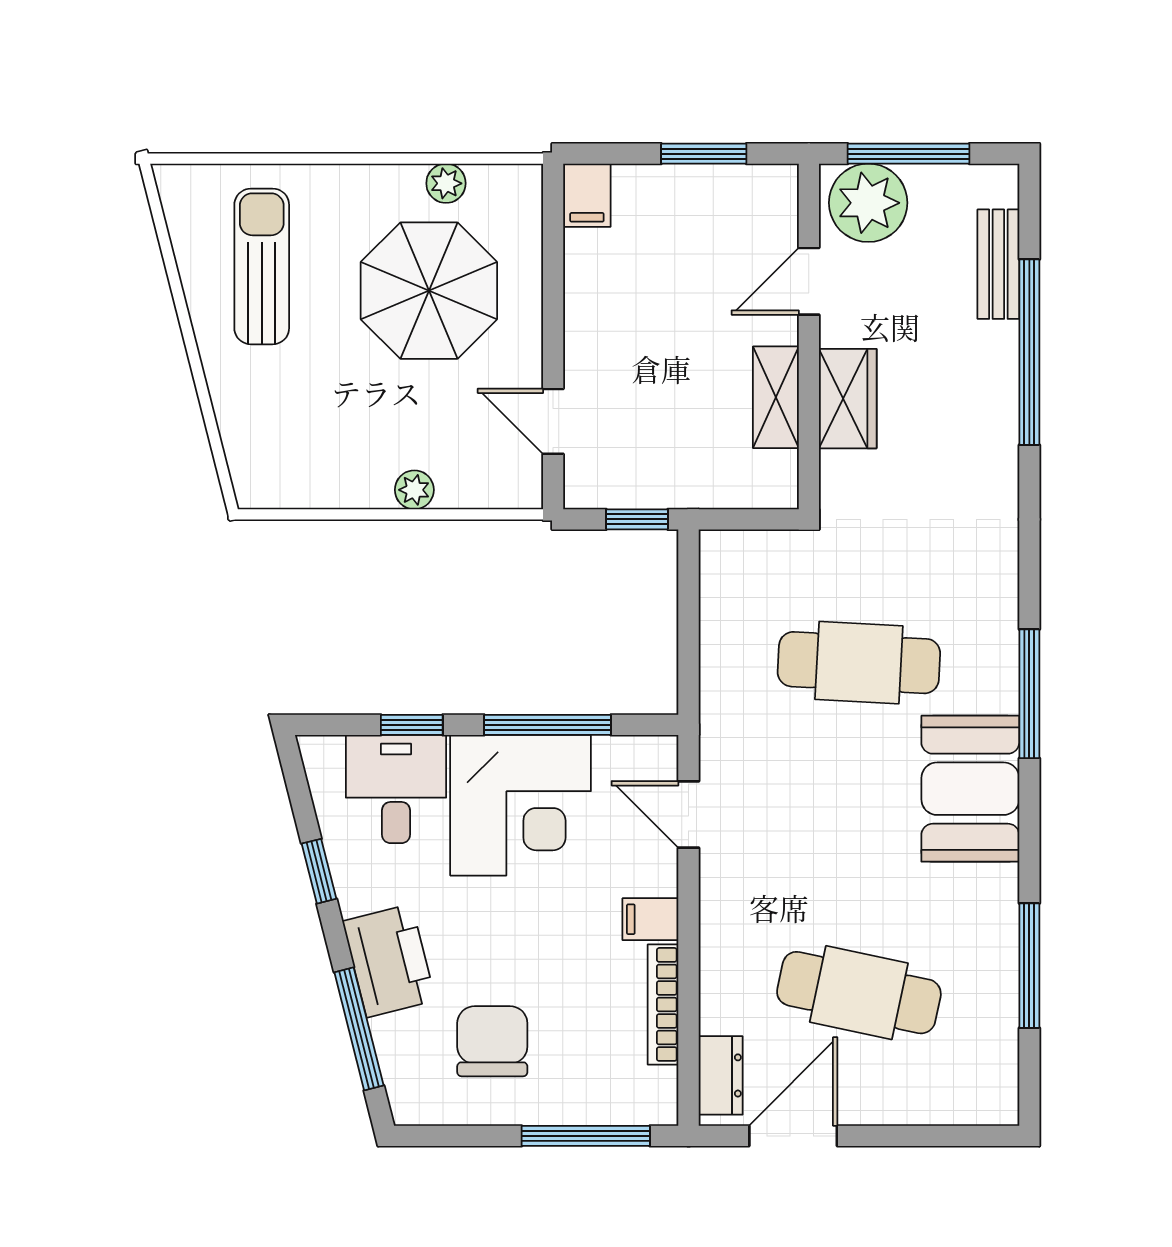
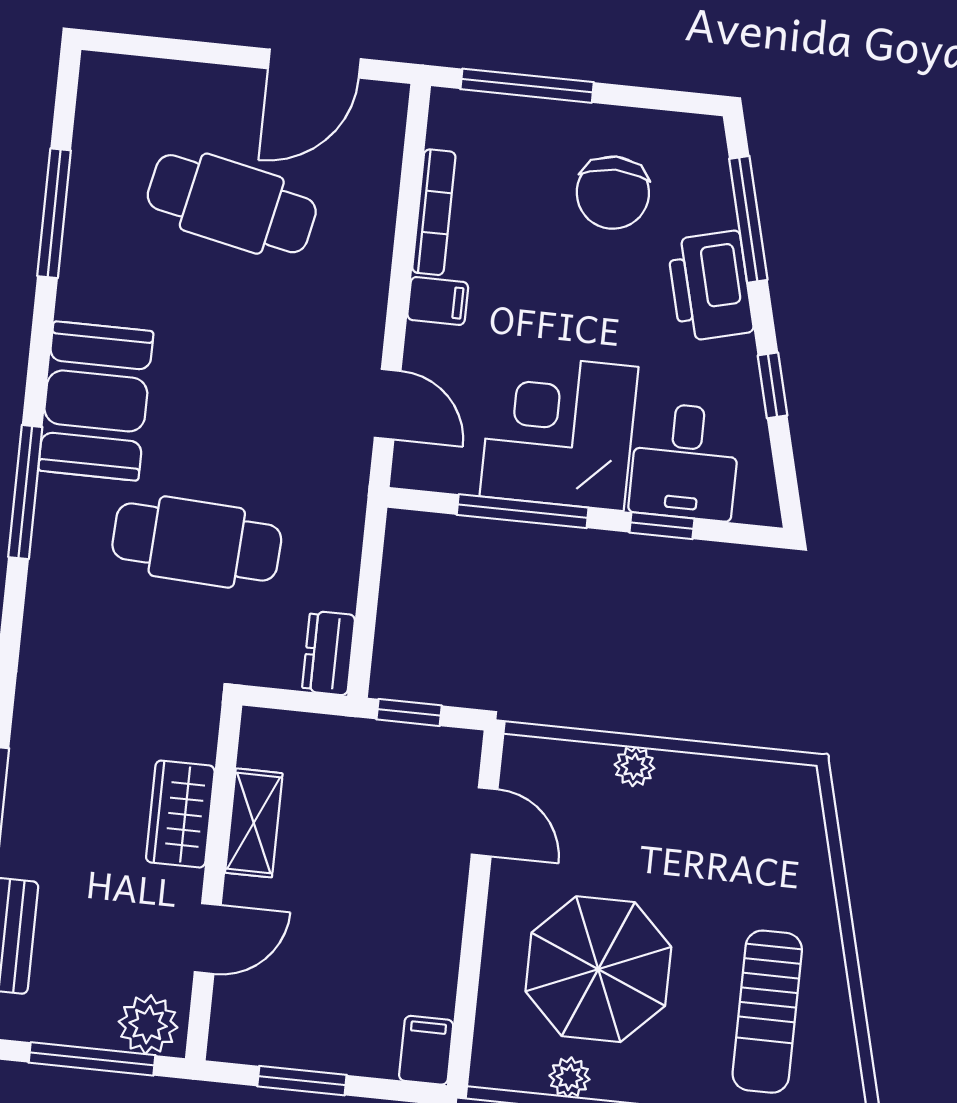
plant: (868, 203) -> (148, 1025), width x0.73, depth x0.73
dresser: (721, 1075) -> (329, 653), moved

